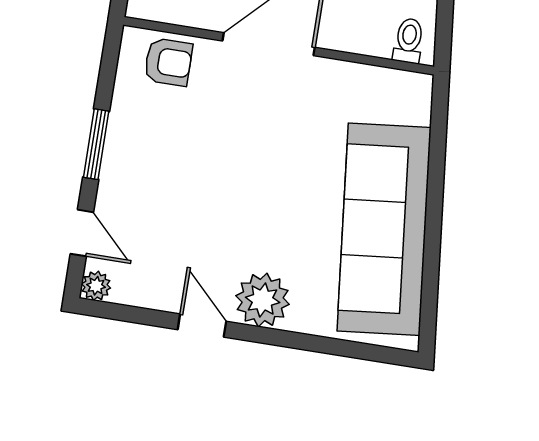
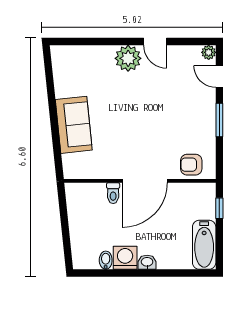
toilet: (409, 41) -> (113, 193), moved
sofa: (384, 229) -> (74, 125), width x0.54, depth x0.79

